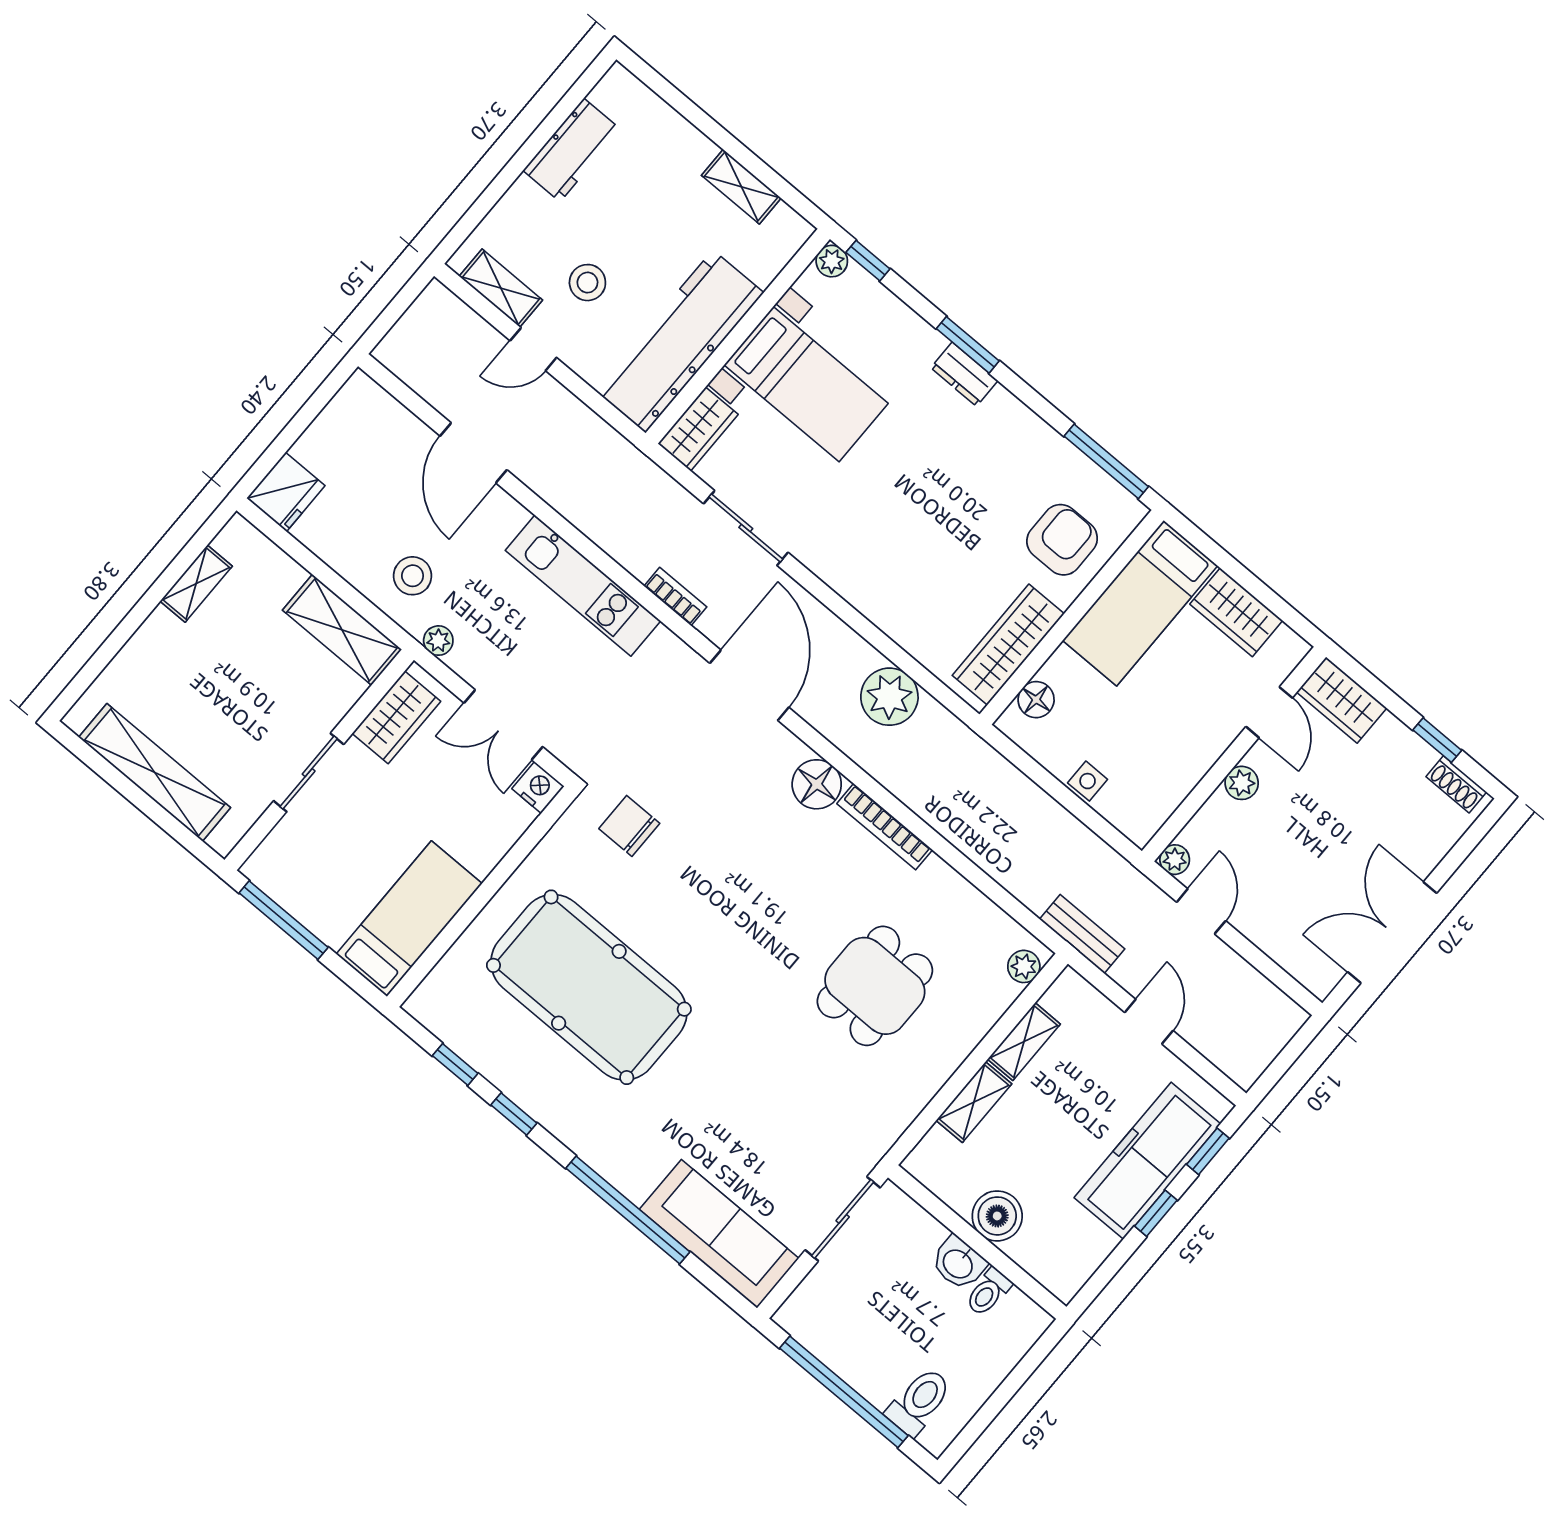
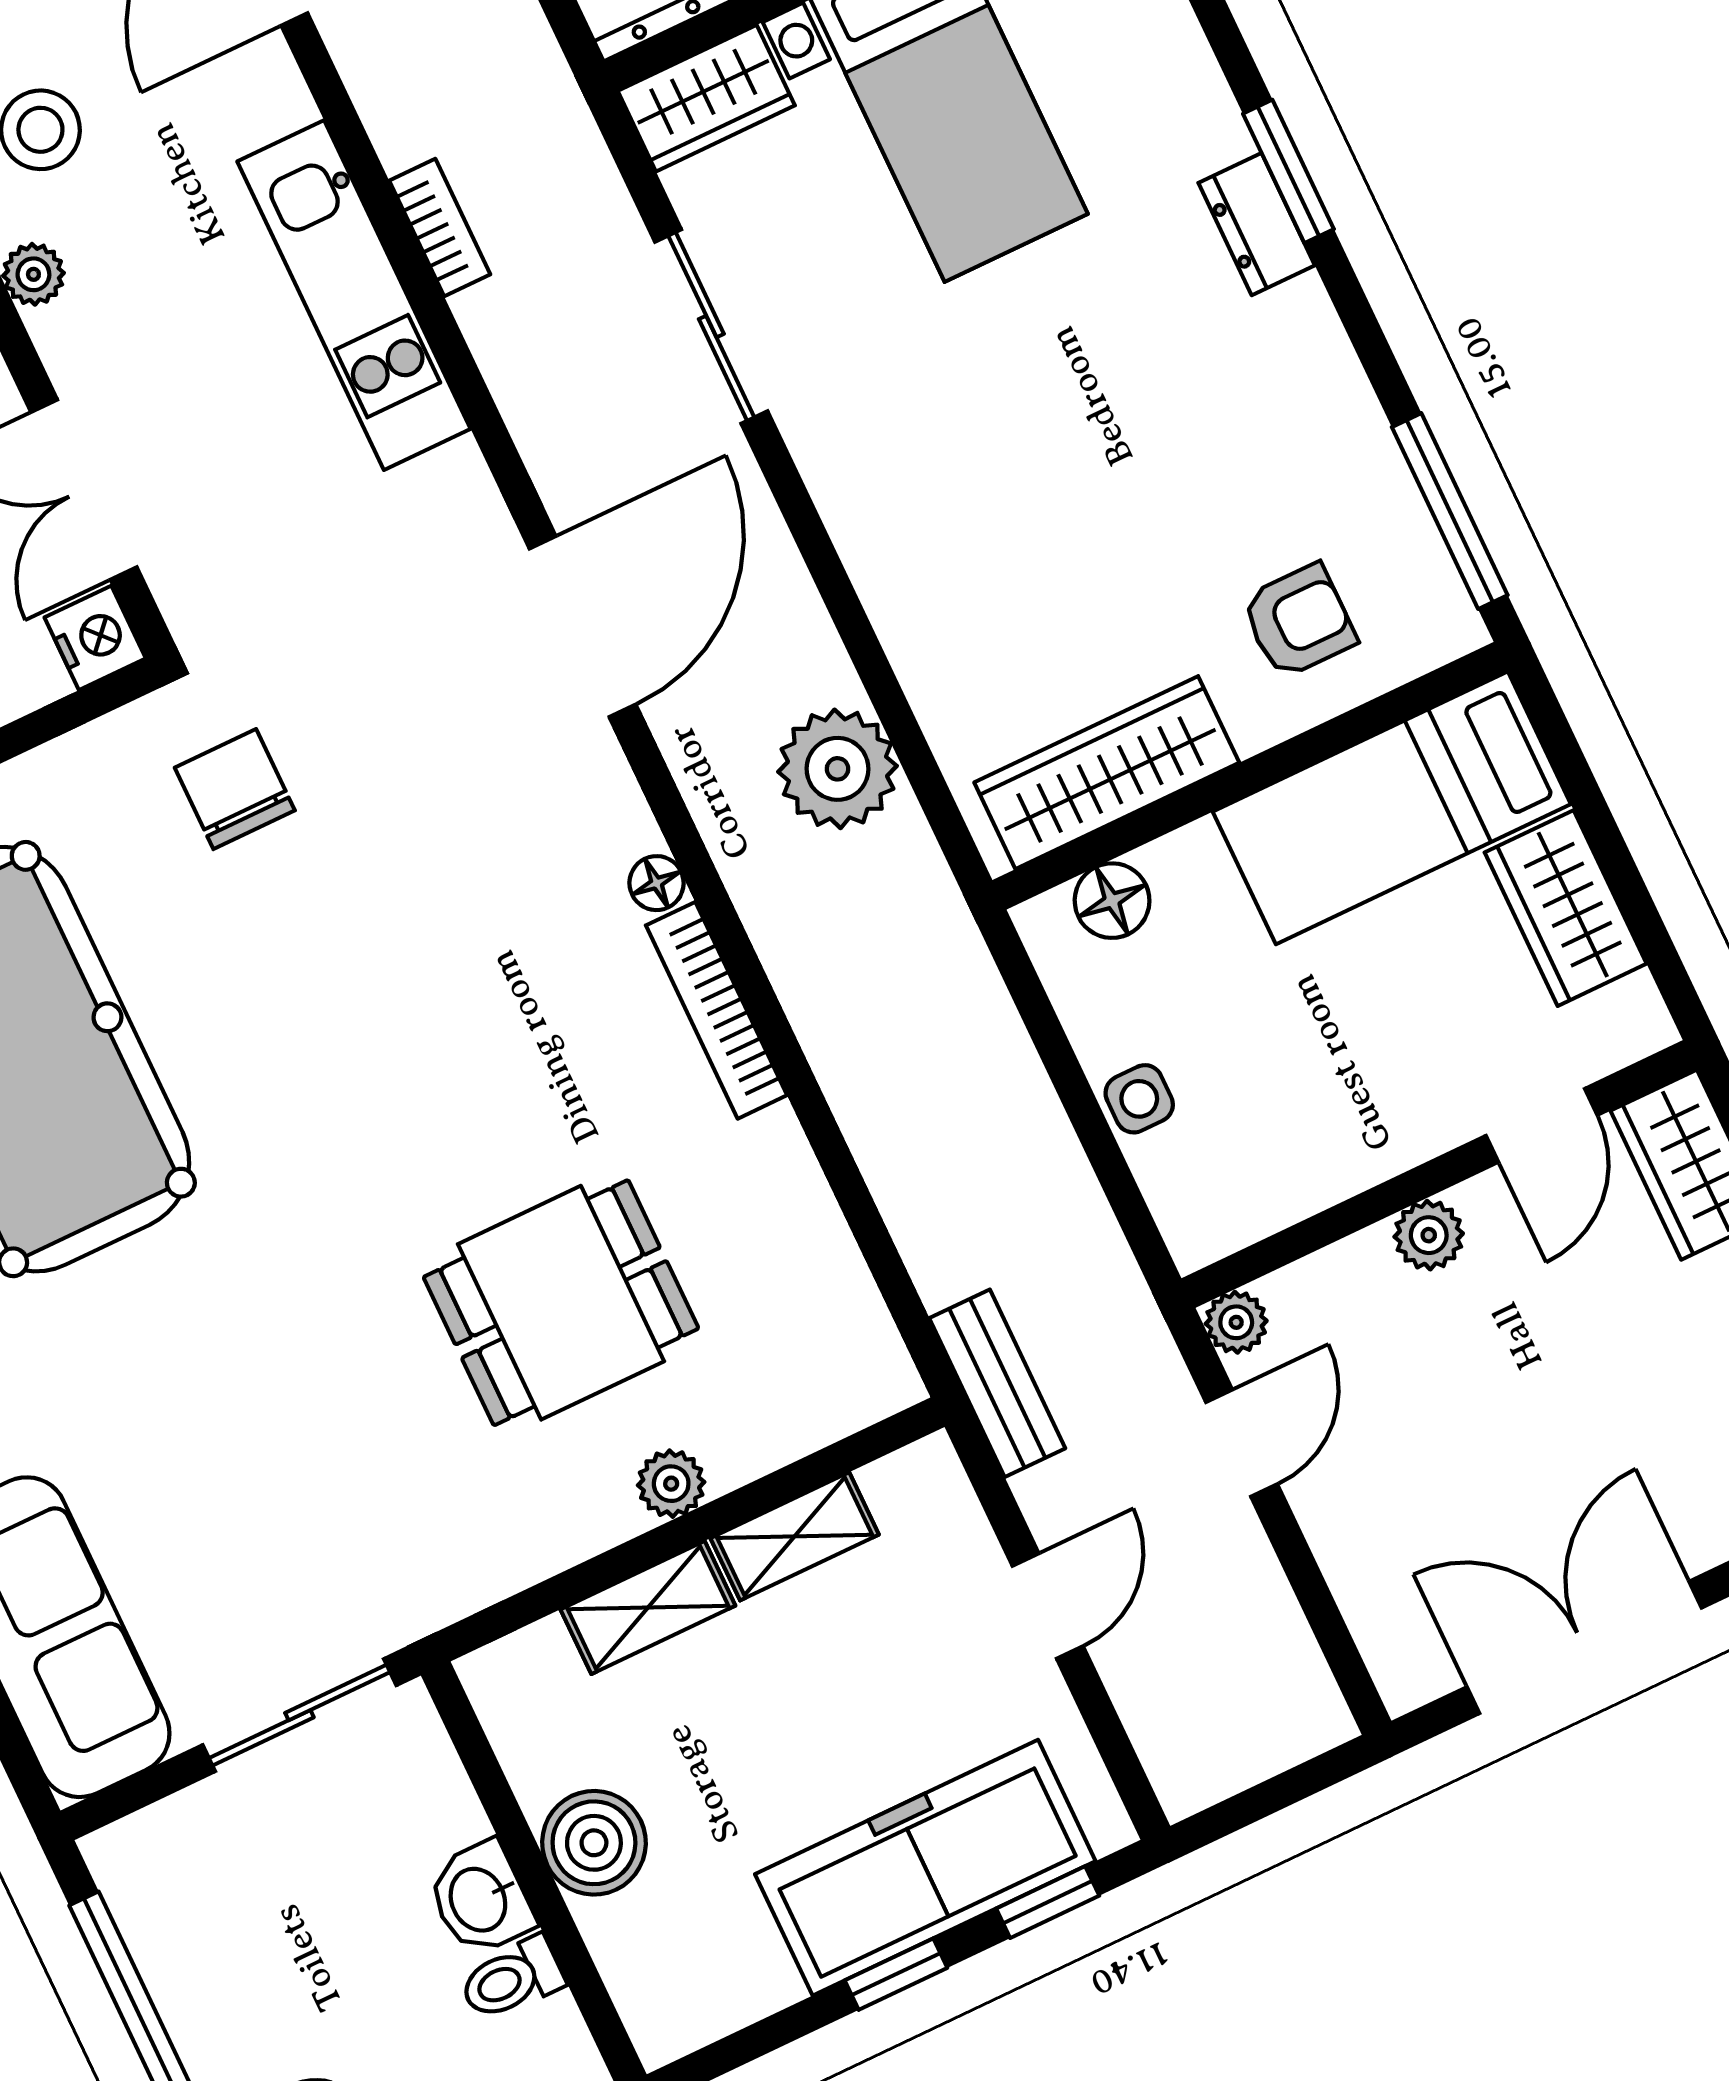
armchair: (1062, 540) -> (1299, 621), width x0.72, depth x0.72
bookcase: (675, 596) -> (440, 228), moved
floor lamp: (817, 784) -> (657, 883), width x0.53, depth x0.53
plant: (1024, 966) -> (671, 1484), moved

